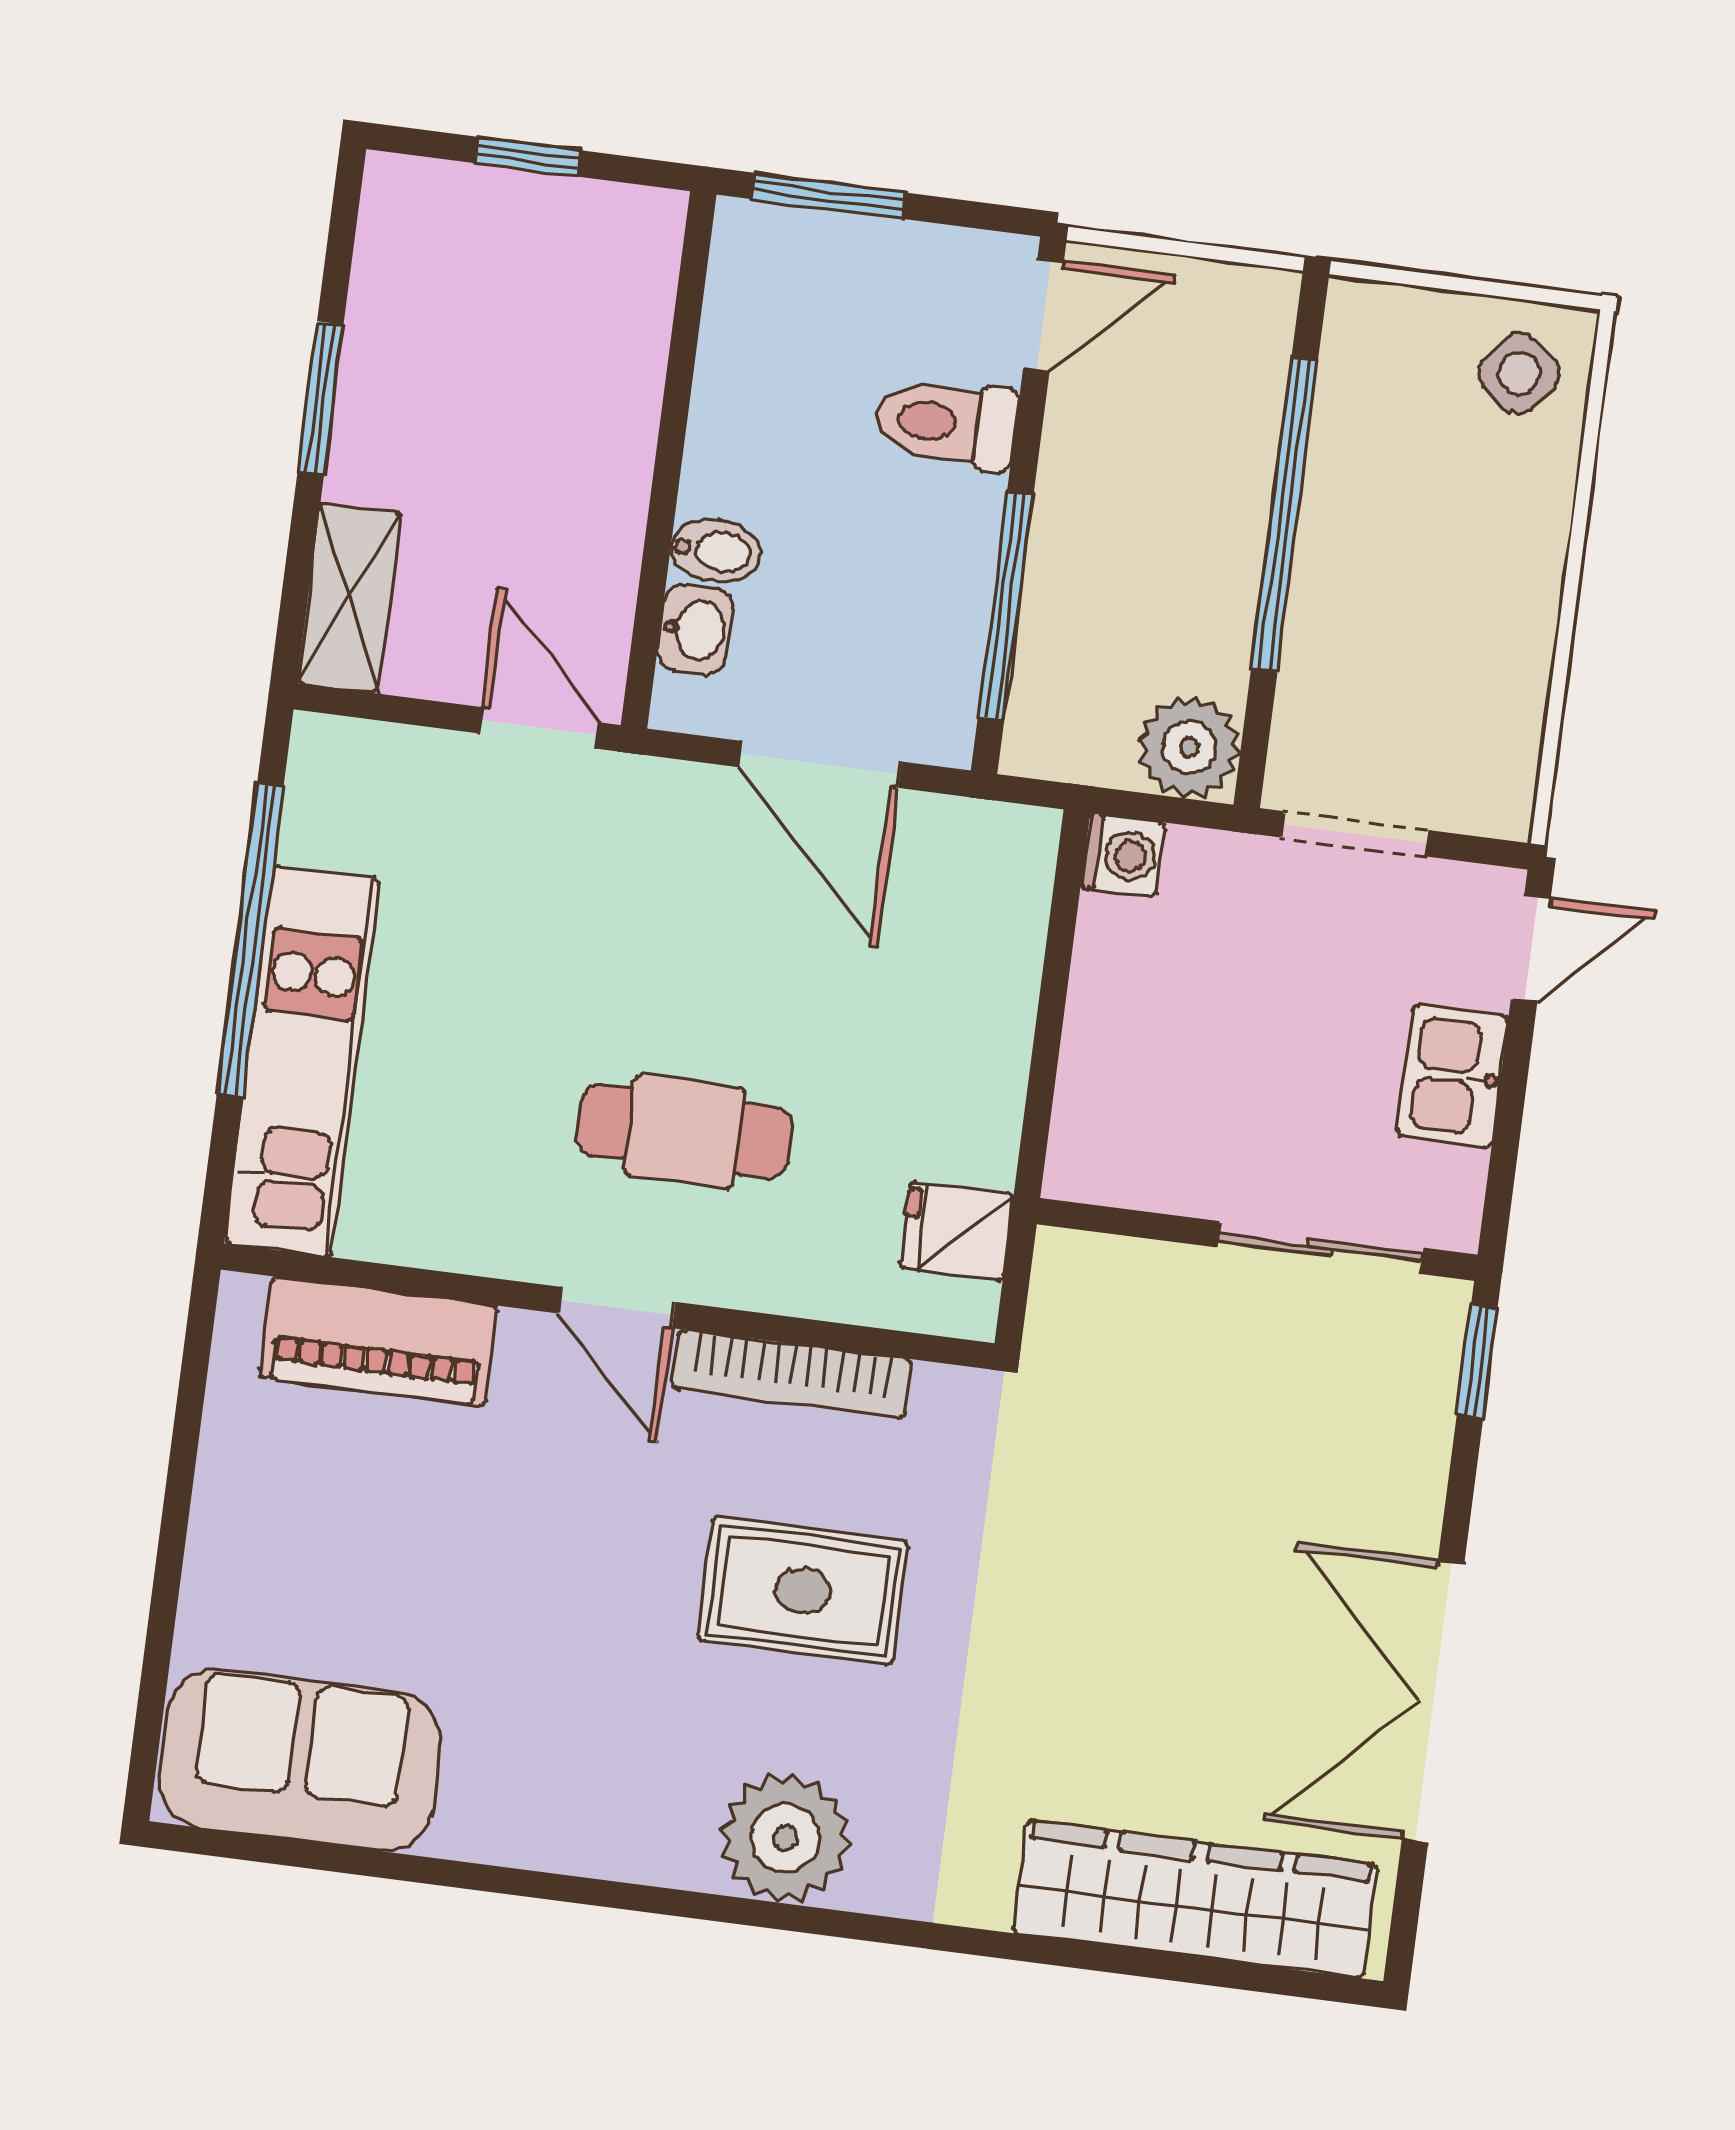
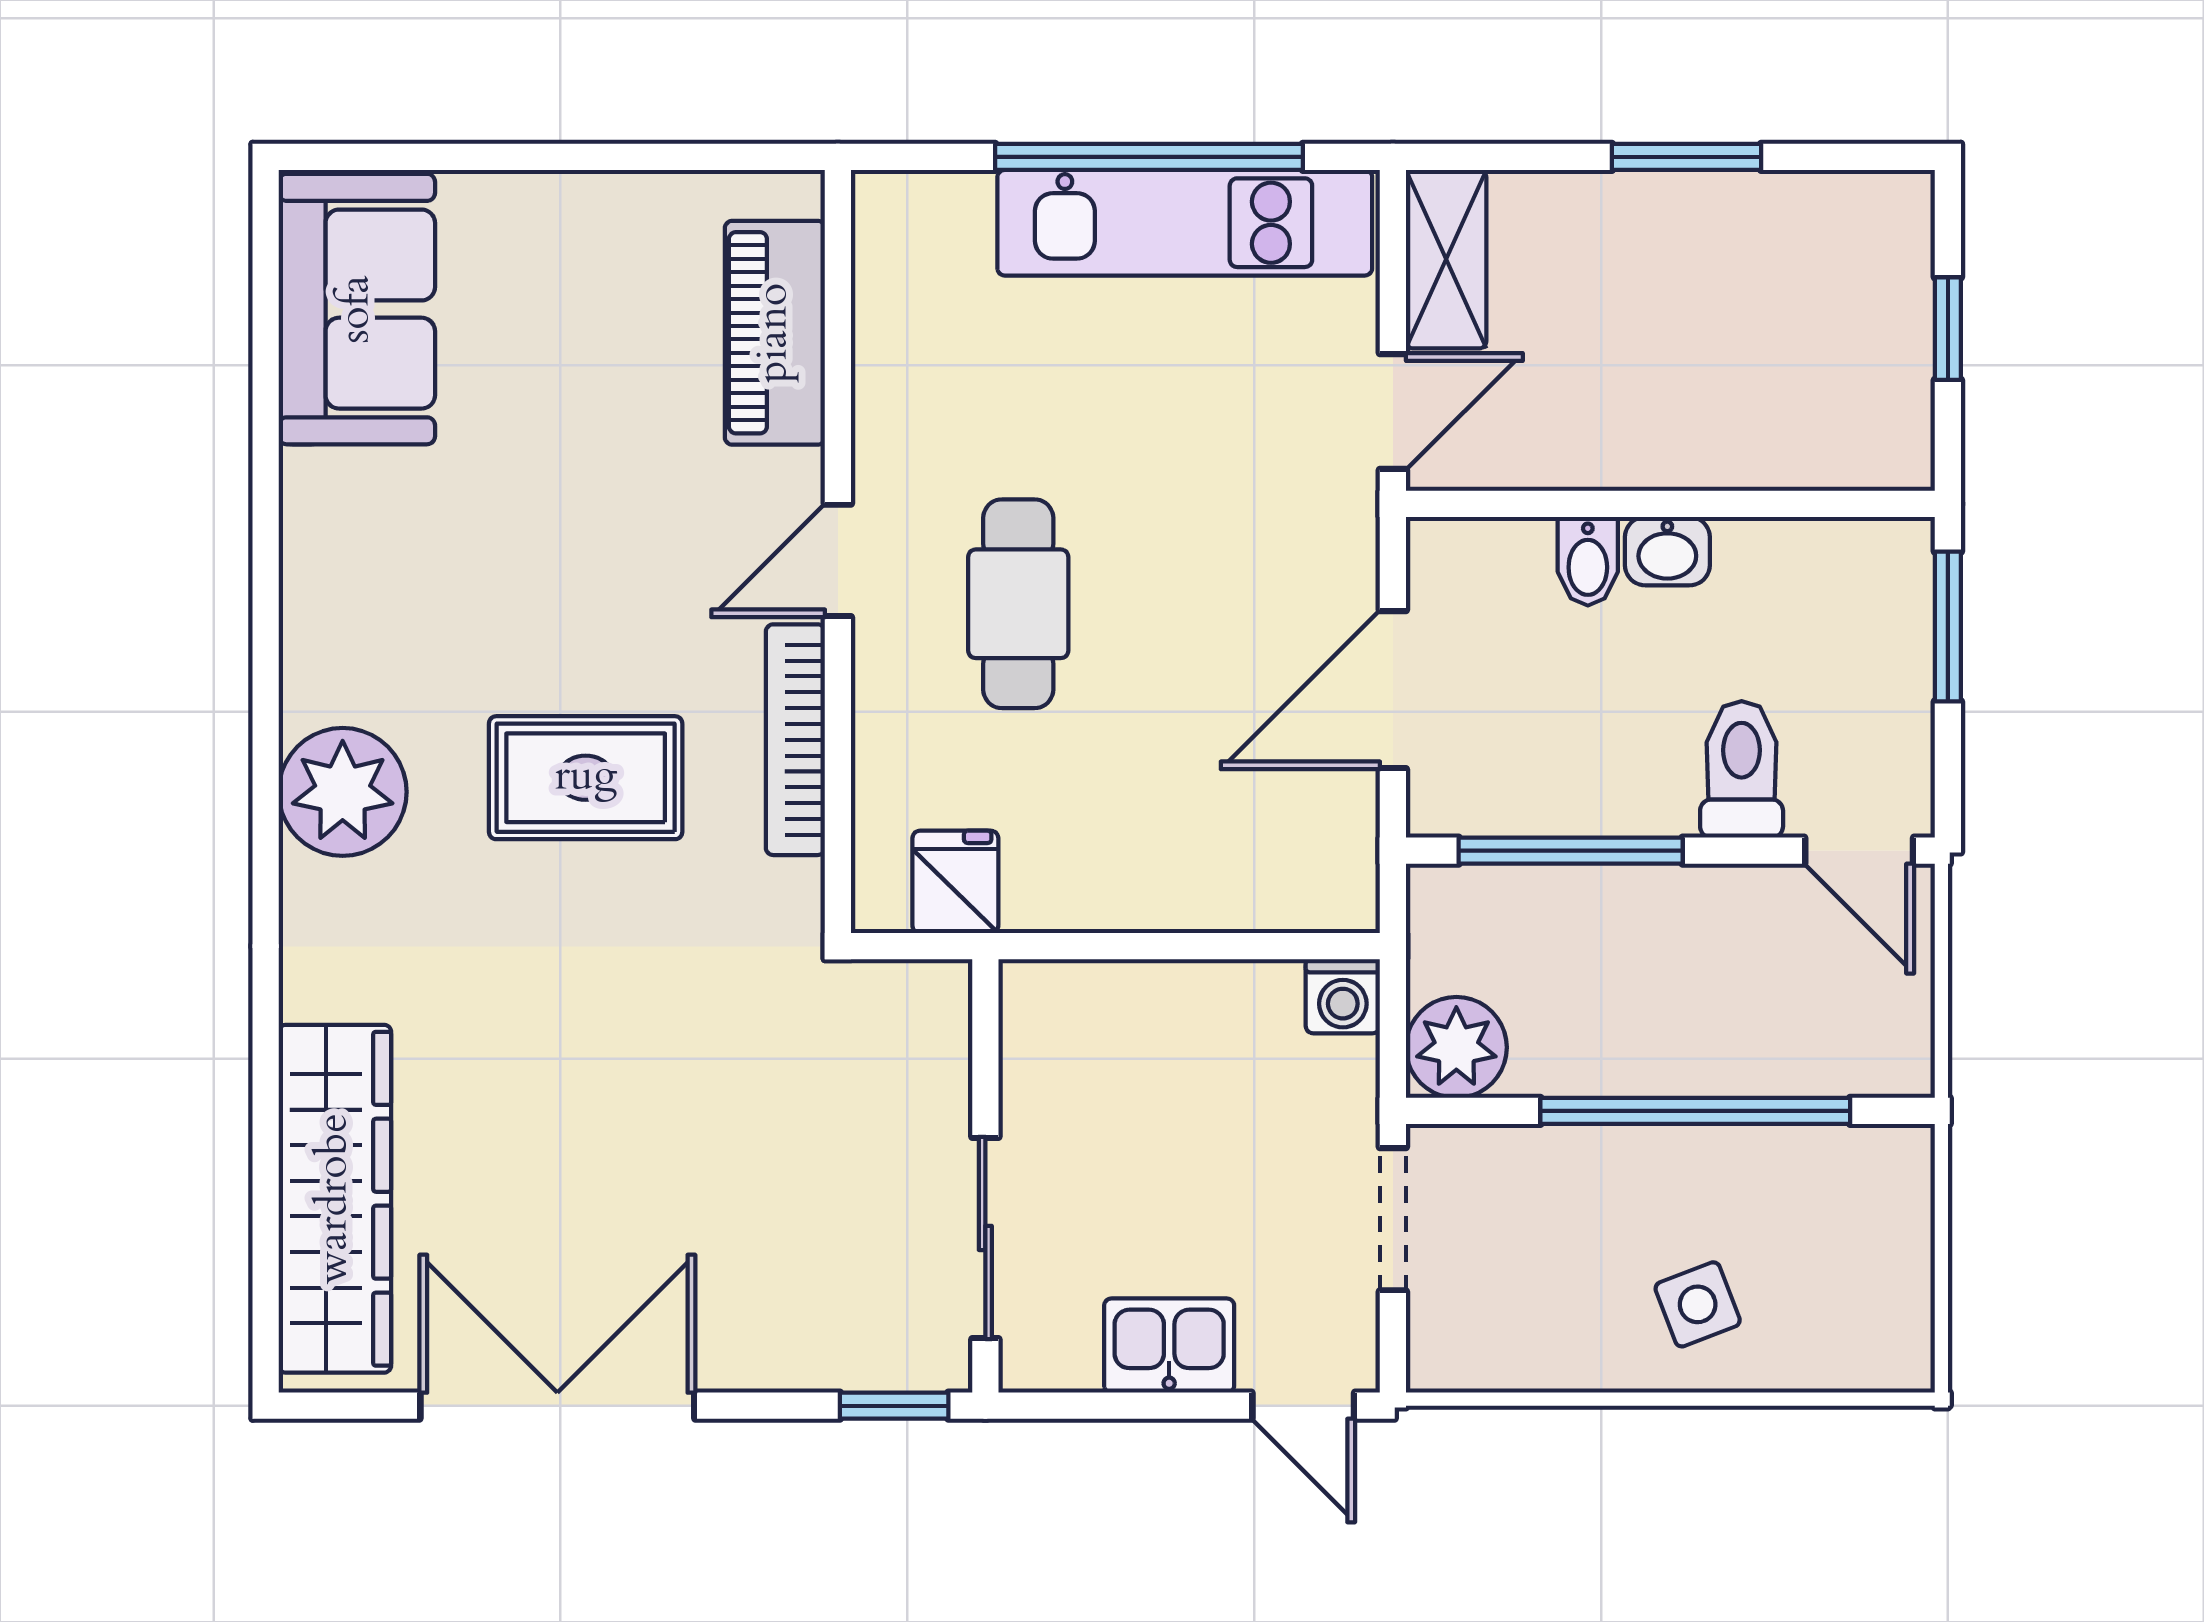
side table: (1519, 373) -> (1698, 1304), moved, turned 30
shelving: (349, 598) -> (1446, 259), moved, turned 90
washbasin: (695, 630) -> (1667, 551), moved
kitchen unit: (302, 1061) -> (1185, 223), moved
rug: (803, 1591) -> (586, 778), turned 90

